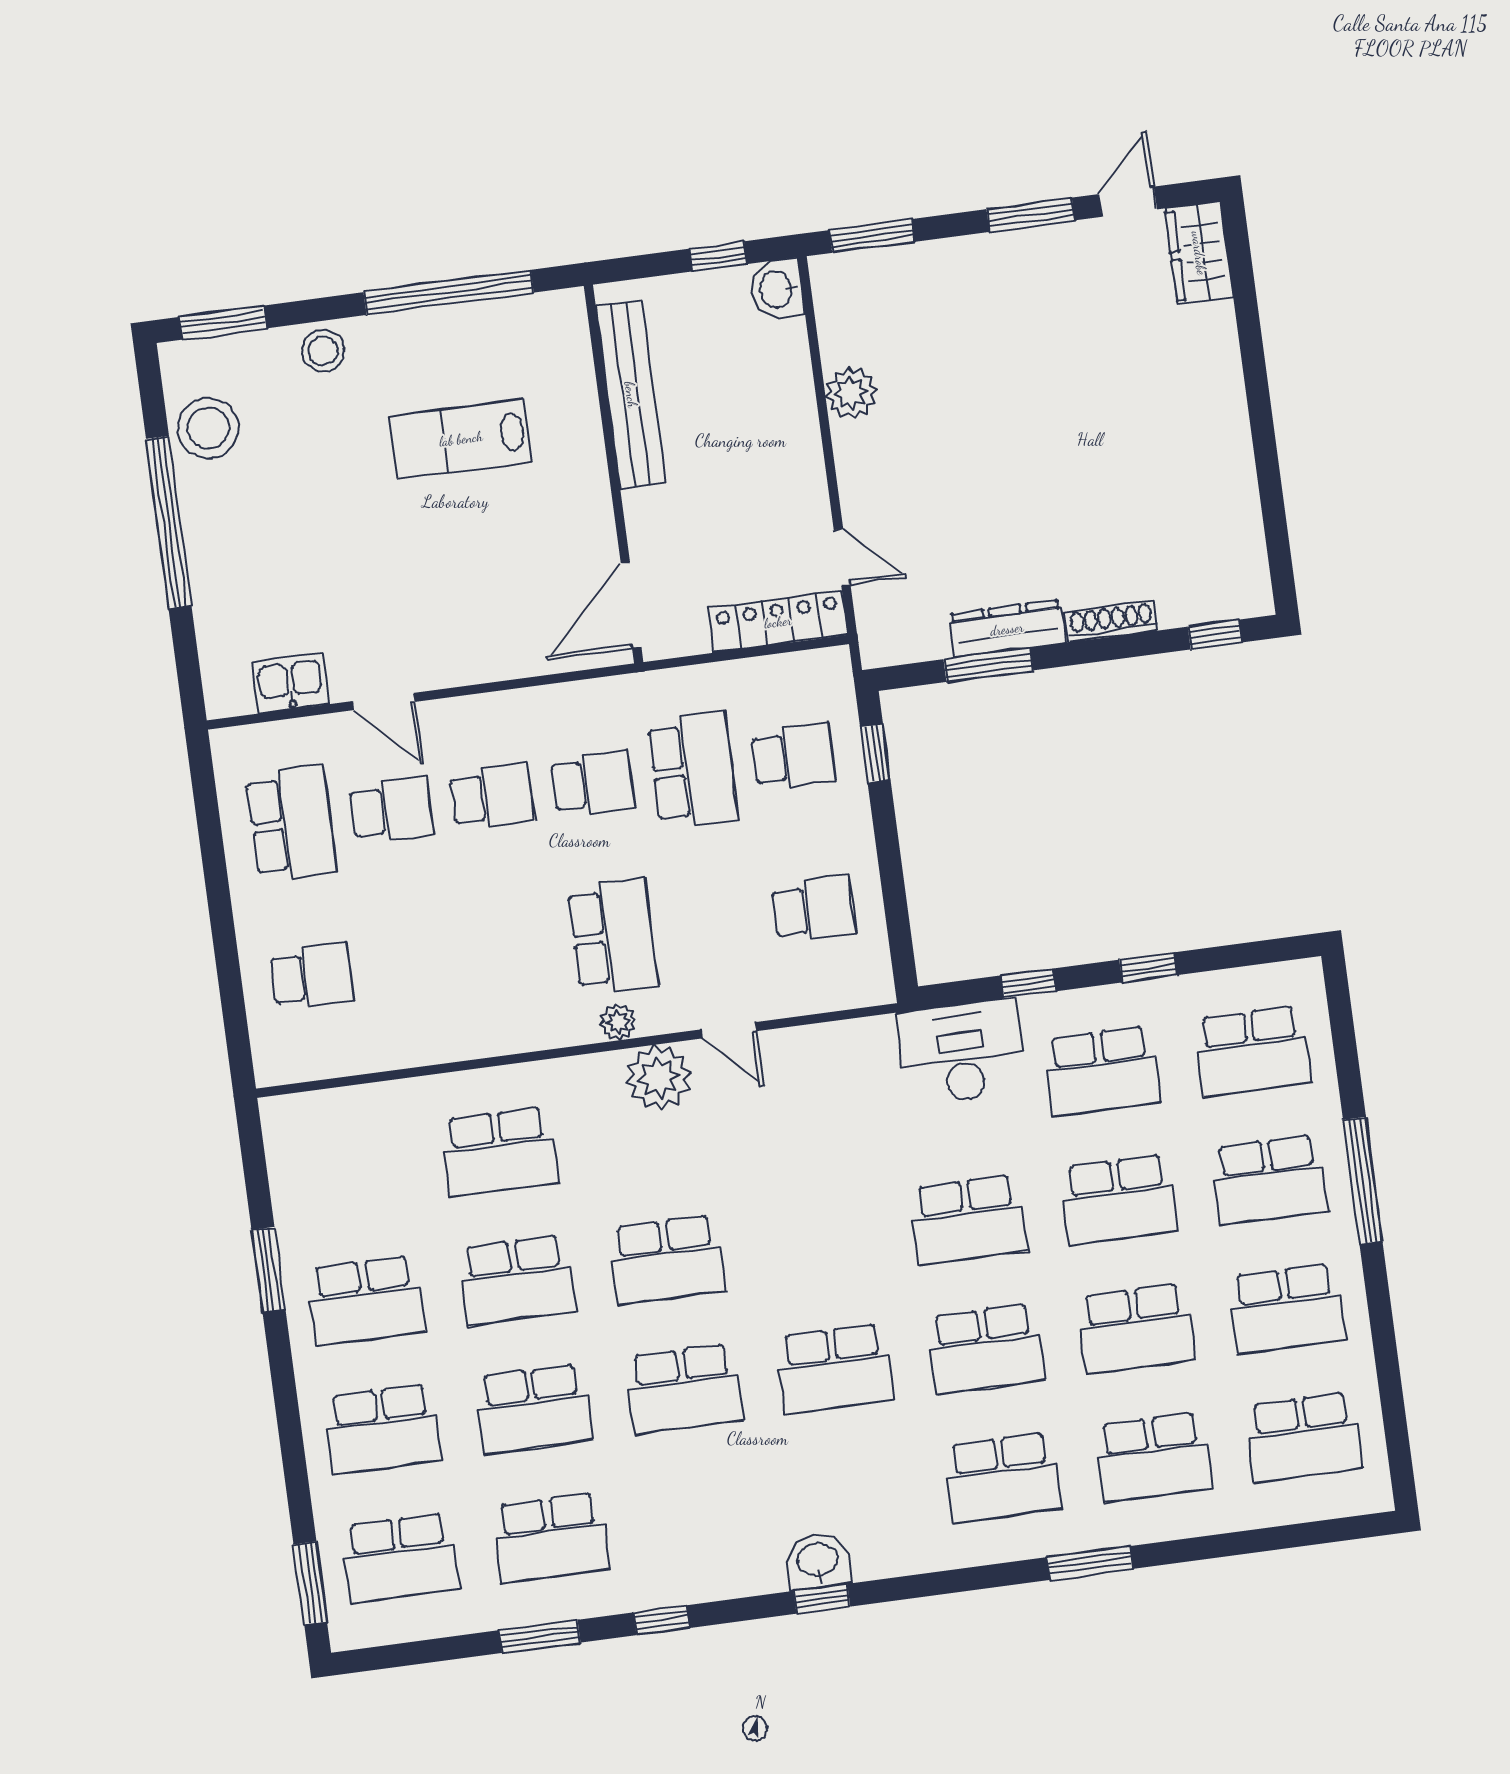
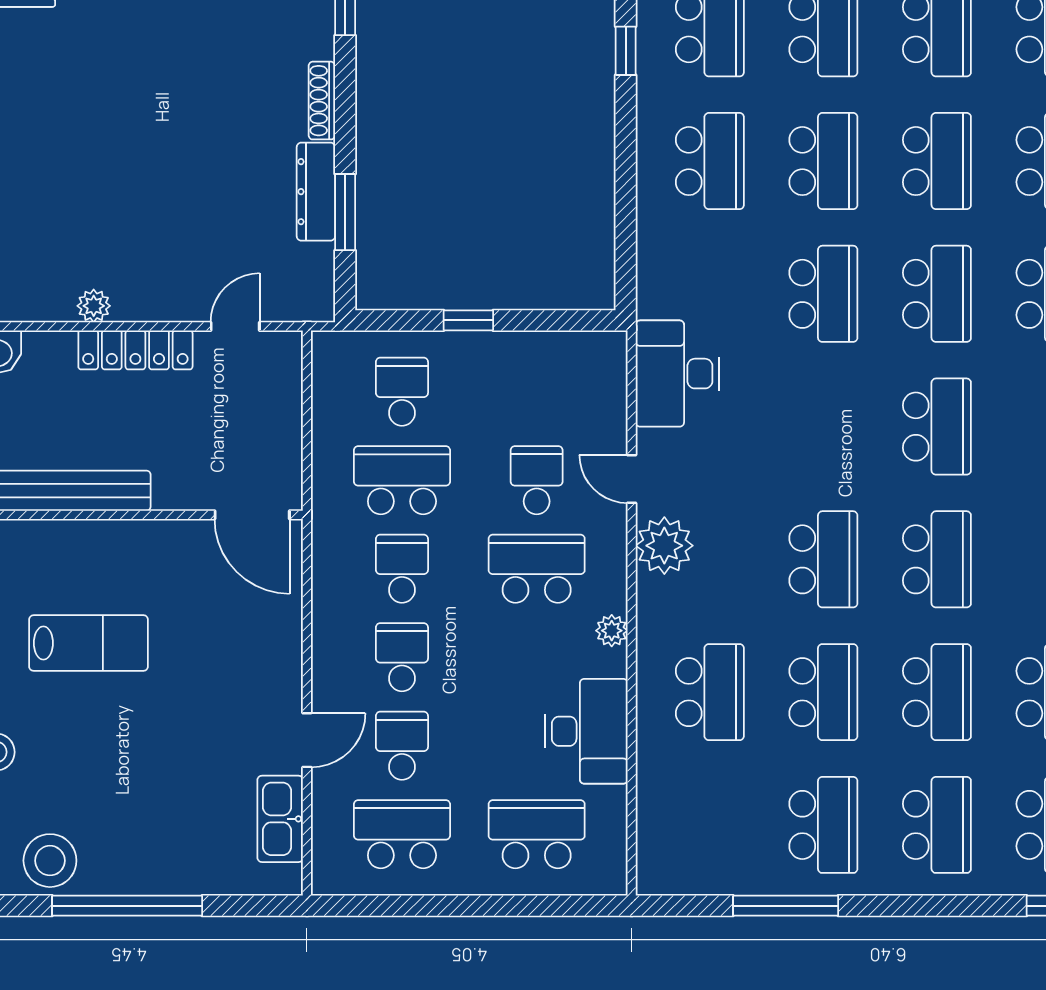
plant: (851, 393) -> (94, 306), width x0.73, depth x0.73
lab bench: (461, 439) -> (89, 643), turned -90
locker: (778, 622) -> (135, 350), moved, turned -90
kitchen sink: (290, 683) -> (280, 819), width x1.38
window: (875, 753) -> (468, 320), moved
school desk: (814, 909) -> (537, 480), moved
window: (1148, 967) -> (626, 51), moved
school desk: (312, 976) -> (537, 834), width x1.85
window: (1028, 983) -> (626, 215), removed
desk: (436, 1017) -> (586, 731), added
plant: (618, 1022) -> (612, 631), moved
door: (729, 1030) -> (632, 479), swing flipped
desk: (962, 1052) -> (677, 374), moved
window: (268, 1270) -> (786, 906), width x1.44

